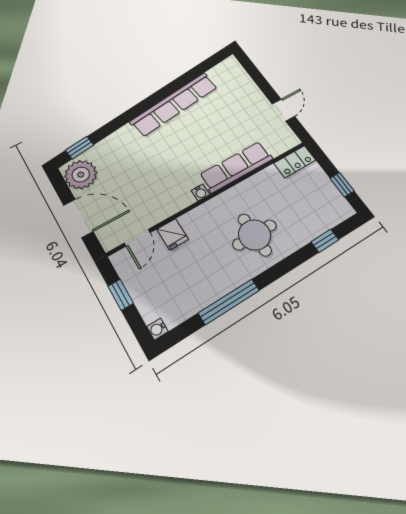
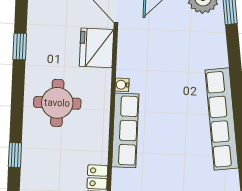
fridge: (173, 234) -> (96, 48), width x1.88, depth x1.34
window: (229, 302) -> (20, 46), width x0.46

